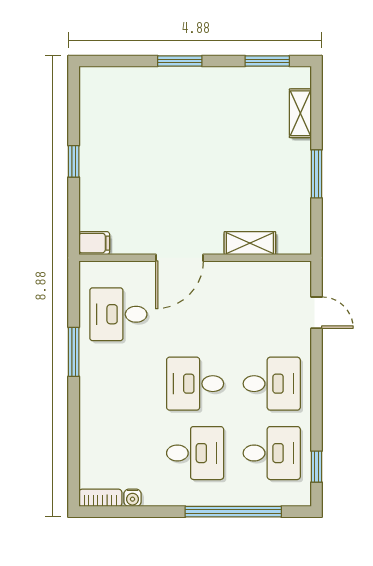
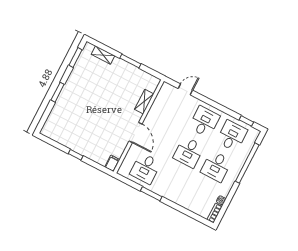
desk: (195, 453) -> (216, 166), turned 180

